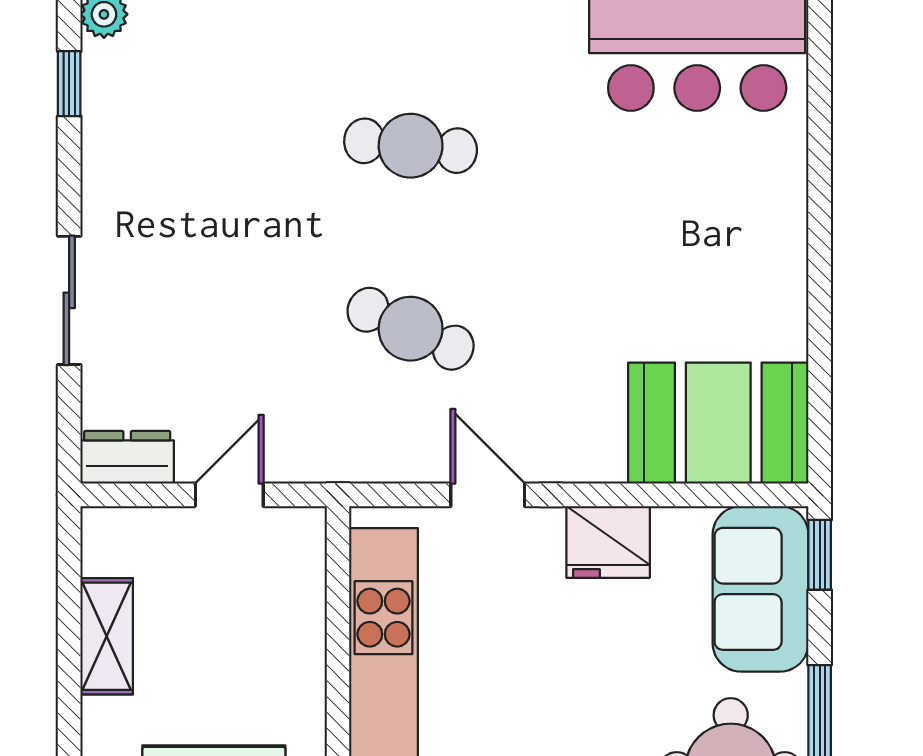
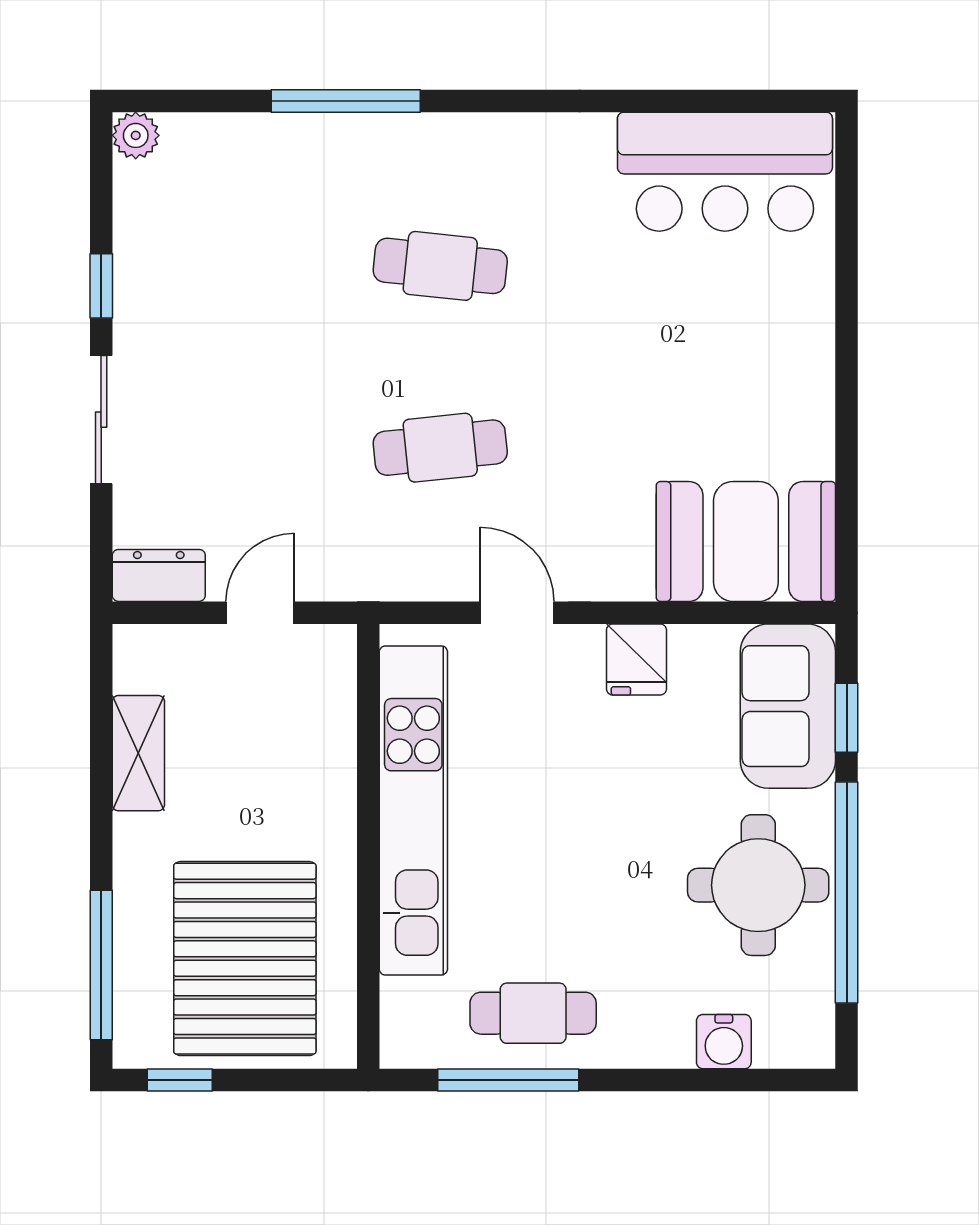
window: (69, 84) -> (101, 286), moved
cafe table: (411, 329) -> (440, 448), turned -30
fridge: (608, 542) -> (636, 659), width x0.72
window: (820, 555) -> (847, 718), moved

